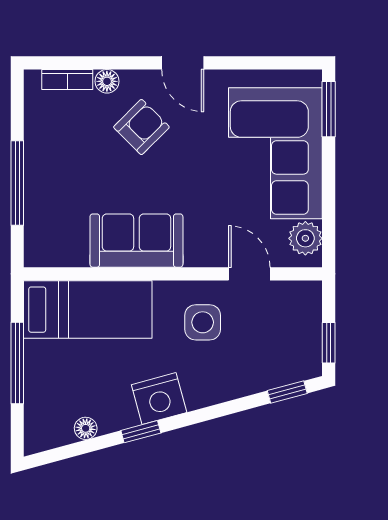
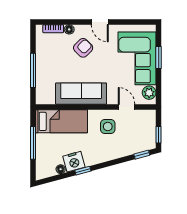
window: (329, 109) -> (159, 58), moved
sofa: (136, 241) -> (81, 94), width x1.36
nightstand: (159, 399) -> (74, 162), moved

